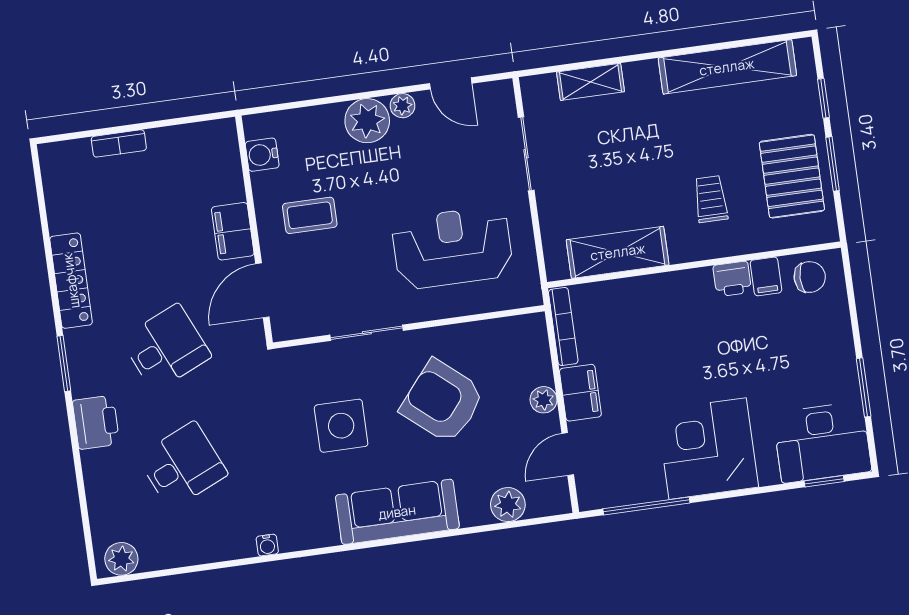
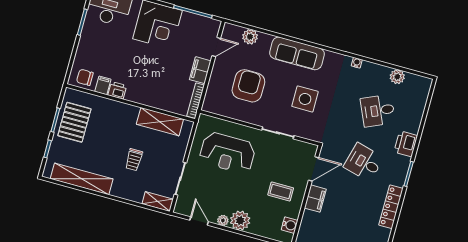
shelving: (591, 82) -> (158, 201), moved
trolley: (711, 199) -> (134, 160), moved
desk: (166, 348) -> (364, 162), turned 39
plant: (544, 400) -> (217, 74), removed
armchair: (442, 401) -> (248, 86), moved, turned -130
plant: (121, 559) -> (397, 77), moved

